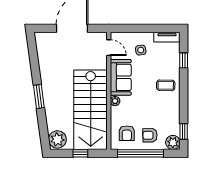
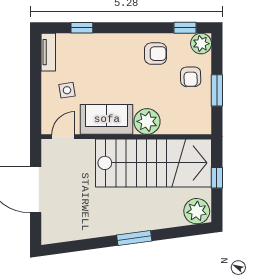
coffee table: (166, 85) -> (118, 54), removed
plant: (115, 101) -> (147, 121), width x1.88, depth x1.88
armchair: (127, 133) -> (155, 54), moved
window: (141, 153) -> (217, 90), width x0.47

